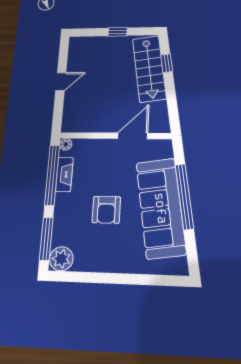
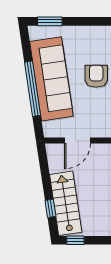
window: (118, 32) -> (75, 240), moved
window: (161, 280) -> (50, 21), added

